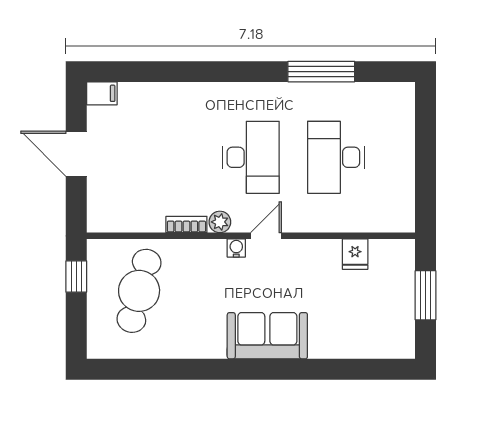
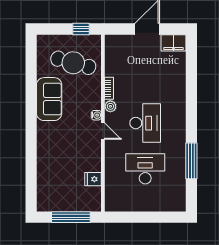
filing cabinet: (102, 93) -> (173, 43), width x2.00
desk: (251, 157) -> (145, 123), turned -90
window: (425, 295) -> (71, 217), width x1.44
sofa: (267, 336) -> (49, 99), moved

